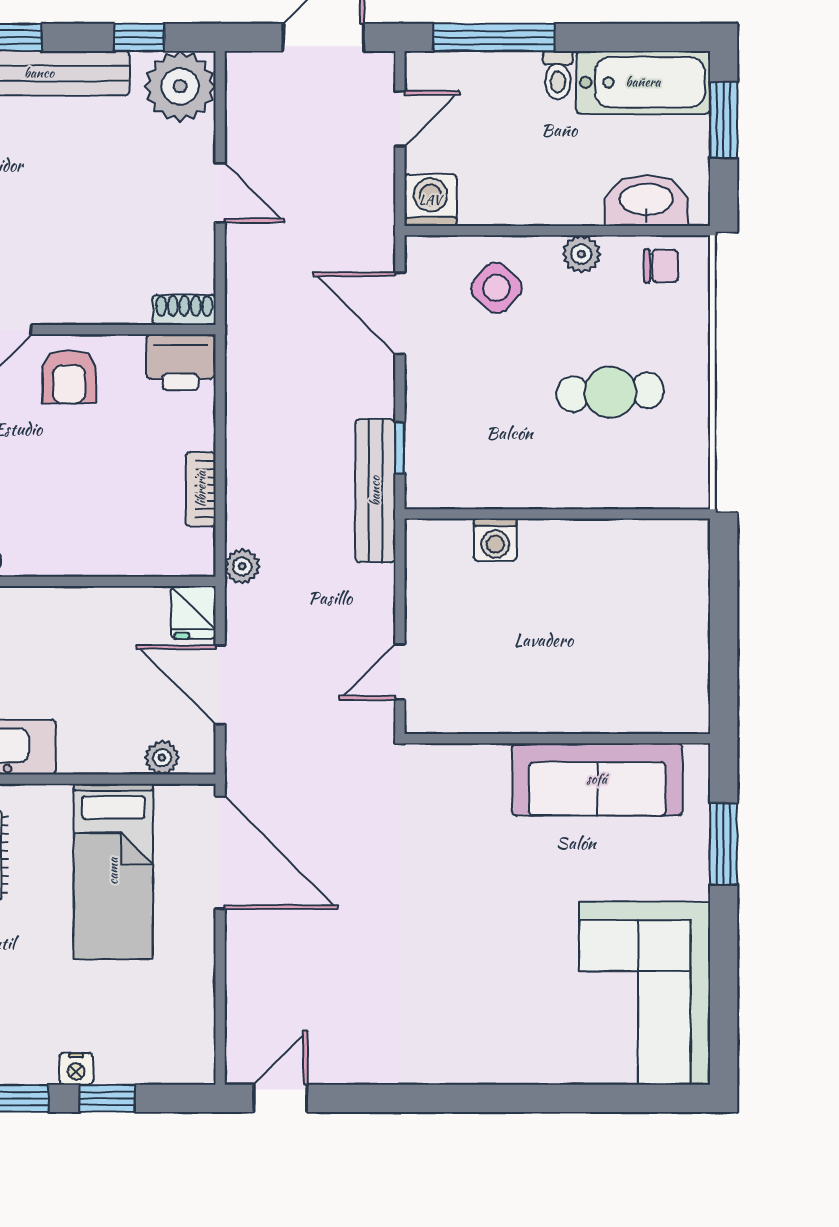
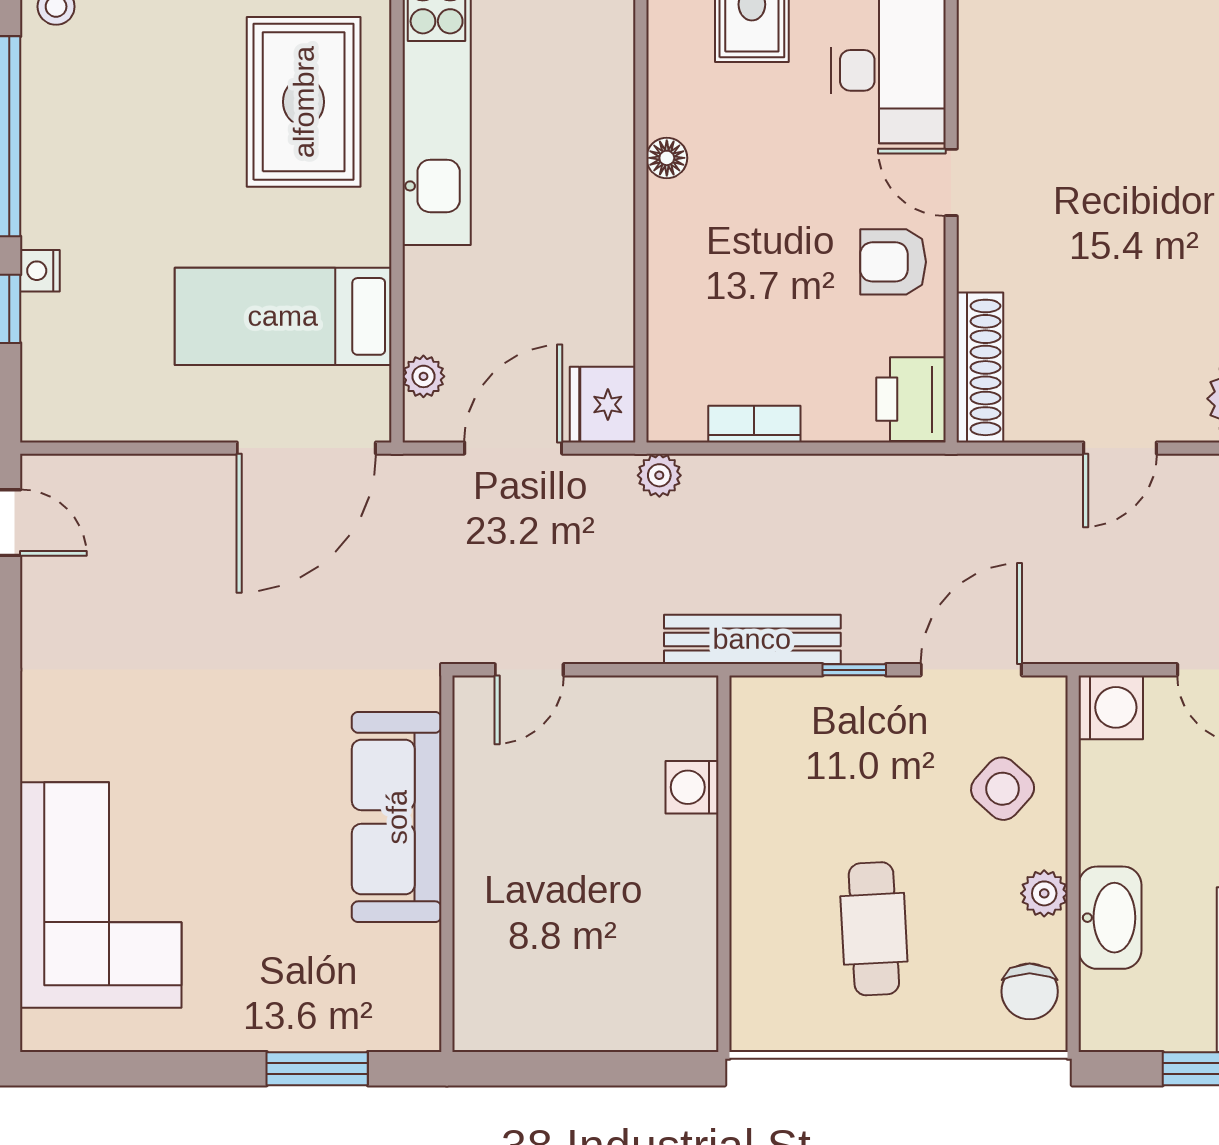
washbasin: (646, 201) -> (1110, 918), moved
chair: (661, 266) -> (1030, 991), width x1.37, depth x1.37
shoe rack: (184, 310) -> (980, 367), width x1.94, depth x1.24
window: (400, 448) -> (854, 670), moved
fridge: (193, 612) -> (603, 405), width x1.38
door: (400, 672) -> (529, 670), swing flipped
sofa: (597, 779) -> (397, 817), moved
corner sofa: (645, 993) -> (101, 895), moved, turned 90

